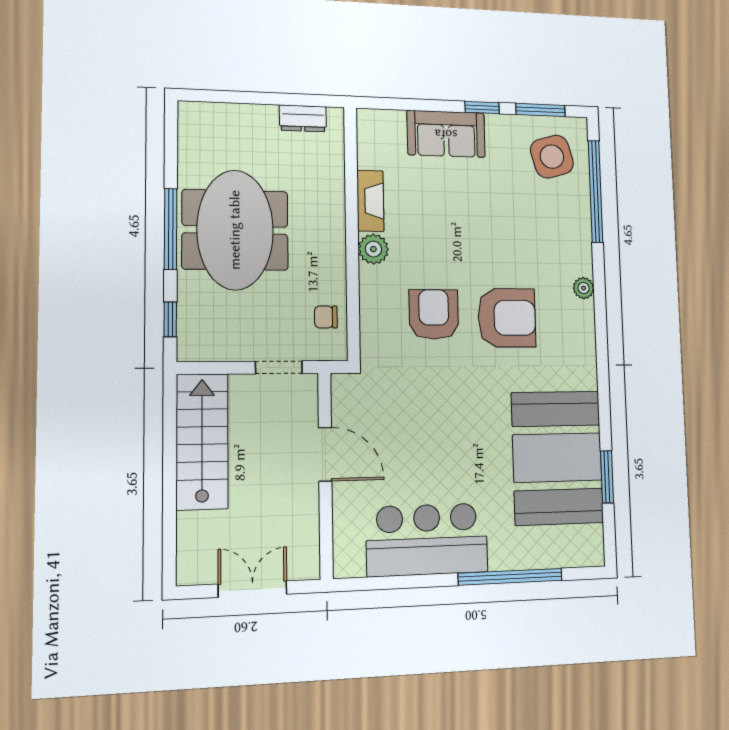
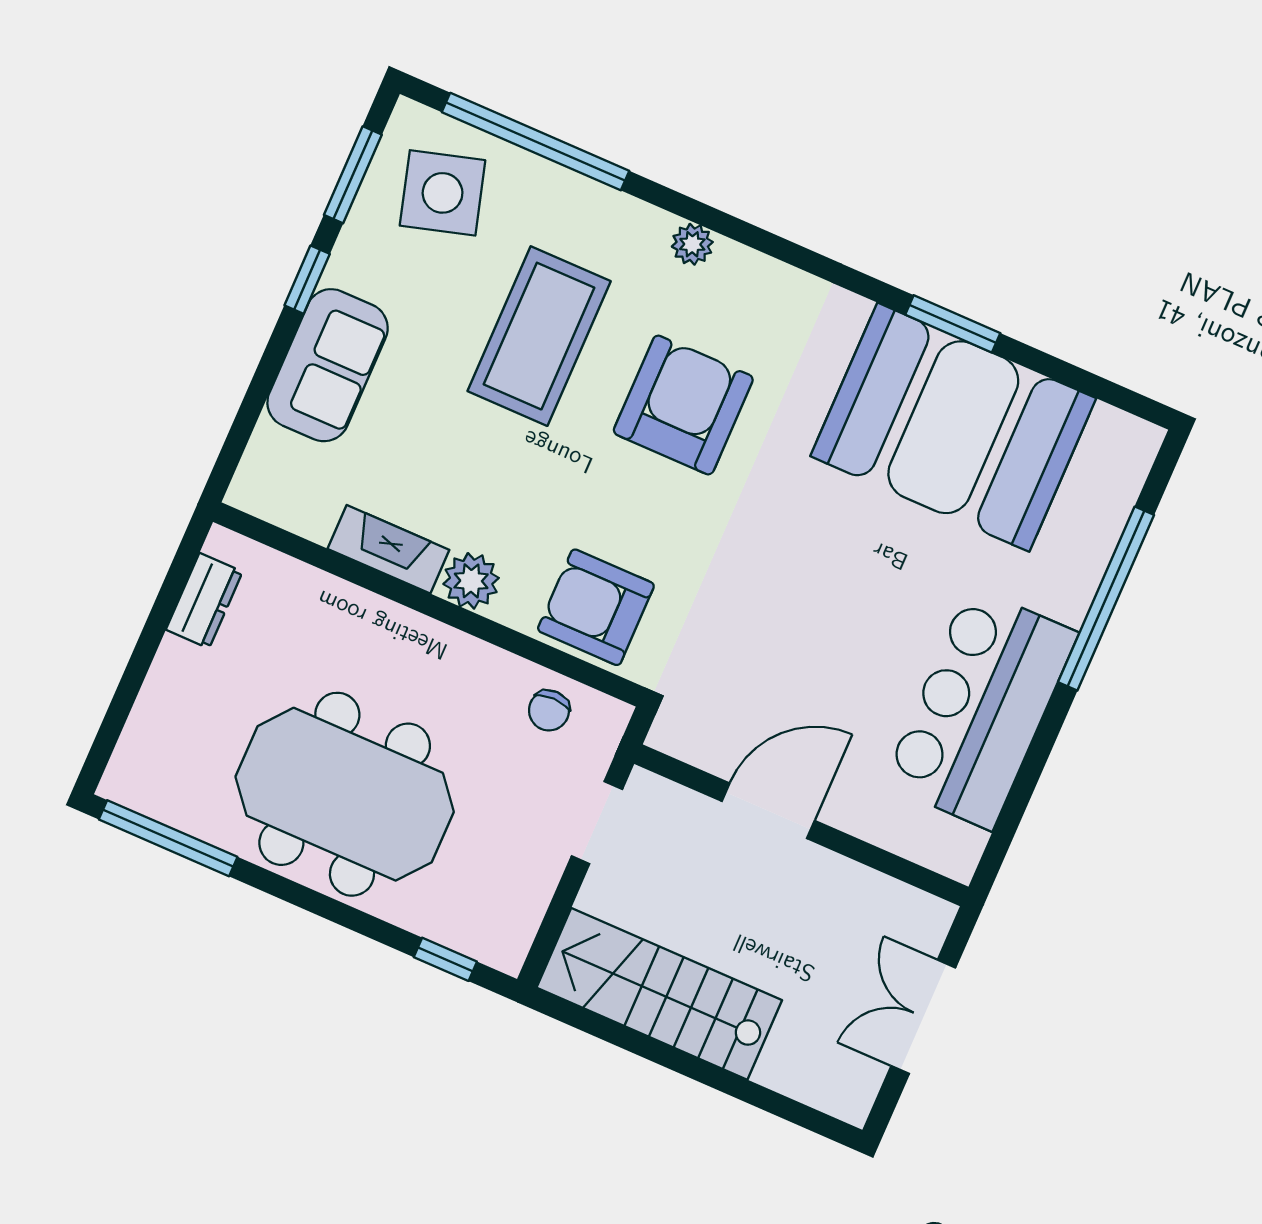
window: (171, 229) -> (168, 838), moved
coffee table: (507, 232) -> (539, 336), added
armchair: (434, 314) -> (596, 607), moved
window: (607, 477) -> (953, 324), moved

